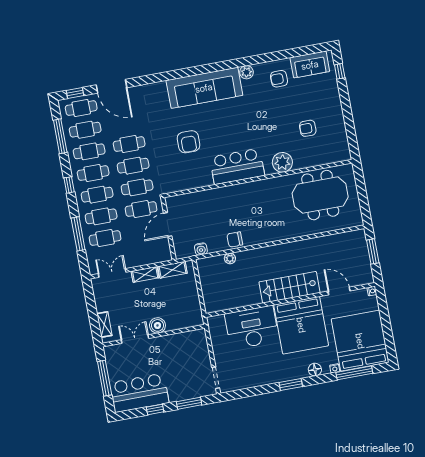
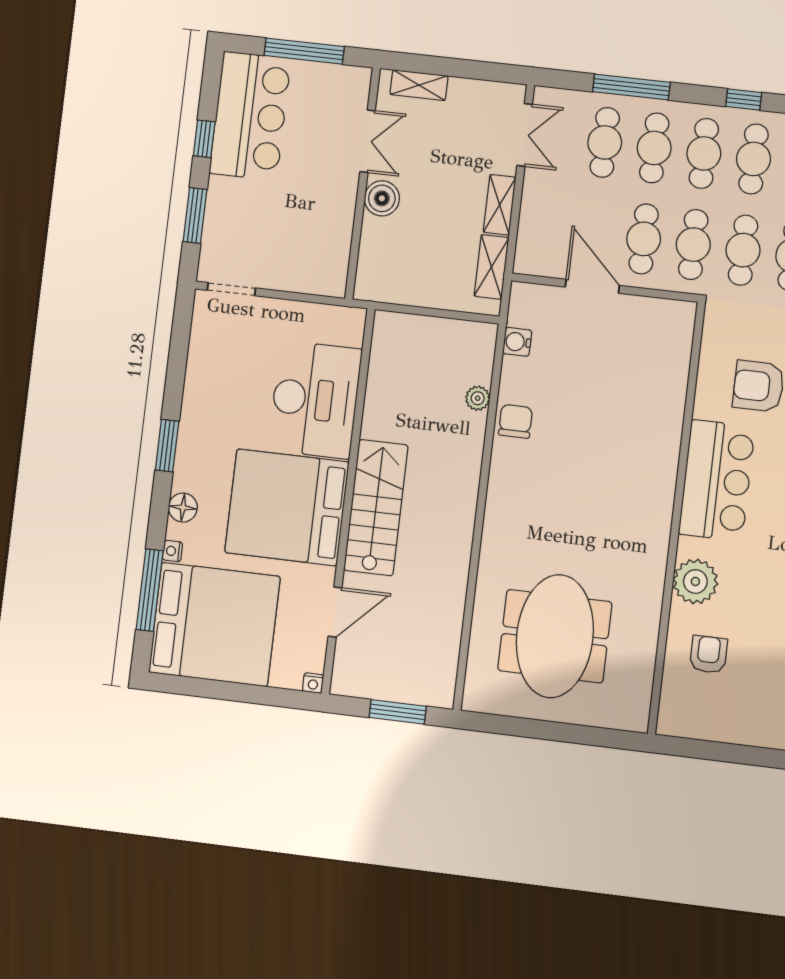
plant: (282, 162) -> (695, 582), moved
bar counter: (237, 166) -> (717, 480), moved
wall: (258, 178) -> (676, 518), moved

